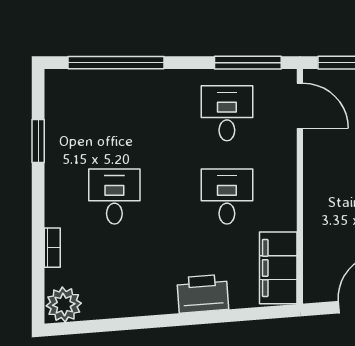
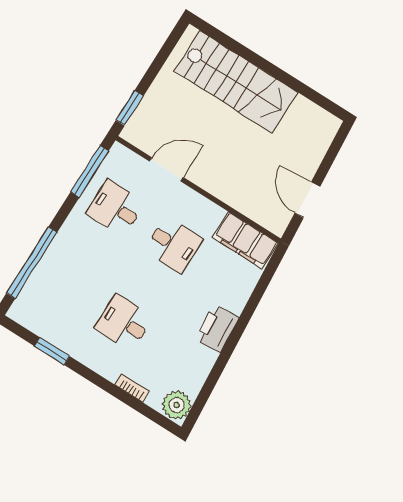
door: (300, 106) -> (166, 169), moved
desk: (227, 196) -> (173, 245), turned 180
printer: (203, 294) -> (217, 328), moved

